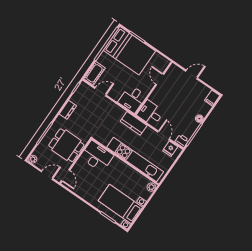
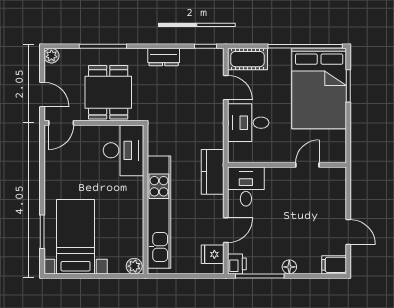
door: (192, 75) -> (348, 232), moved
desk: (132, 99) -> (248, 123), moved

